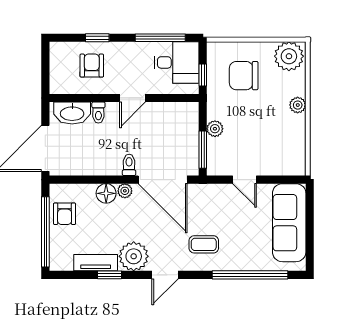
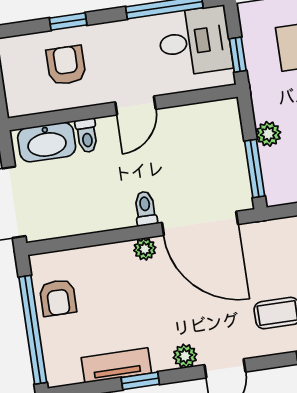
floor lamp: (106, 193) -> (117, 257), removed
plant: (134, 256) -> (185, 356), width x0.53, depth x0.53

